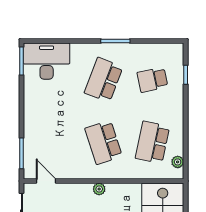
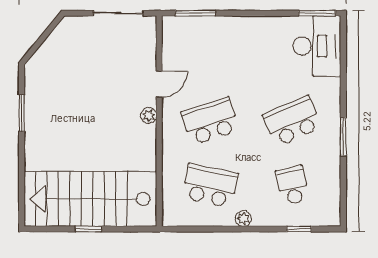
school desk: (104, 80) -> (292, 121), turned -45
plant: (178, 162) -> (243, 218), moved
door: (46, 181) -> (159, 84), moved

